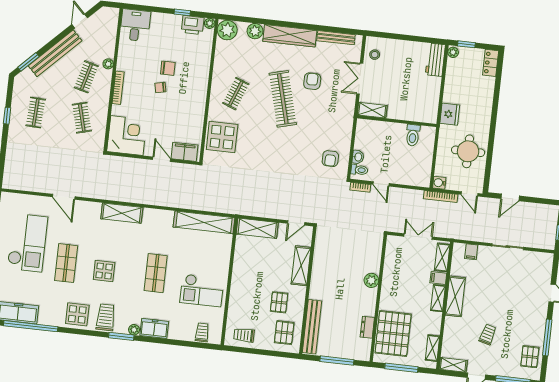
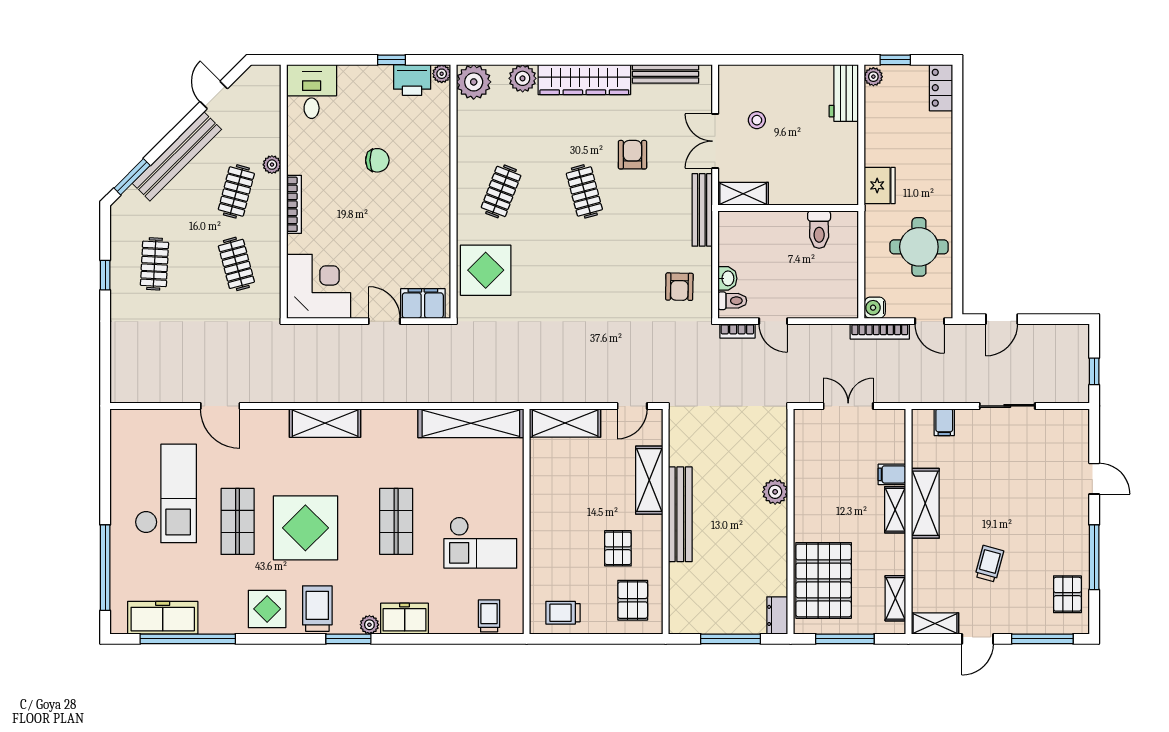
stool: (375, 55) -> (757, 120), moved
chair: (160, 87) -> (368, 196), removed
clothes rail: (283, 99) -> (584, 191), width x0.54, depth x0.76
bench: (348, 117) -> (702, 210), added
shelving: (442, 257) -> (895, 438), removed
display table: (104, 271) -> (305, 528), width x1.86, depth x1.86
bench: (312, 327) -> (680, 514), moved
dresser: (367, 327) -> (777, 615), moved

